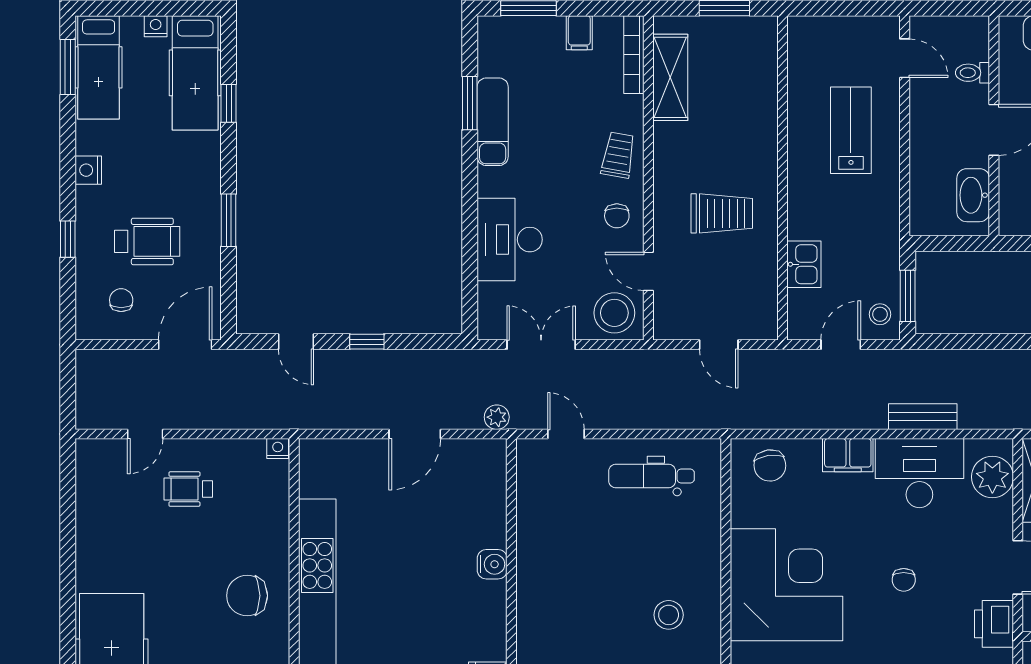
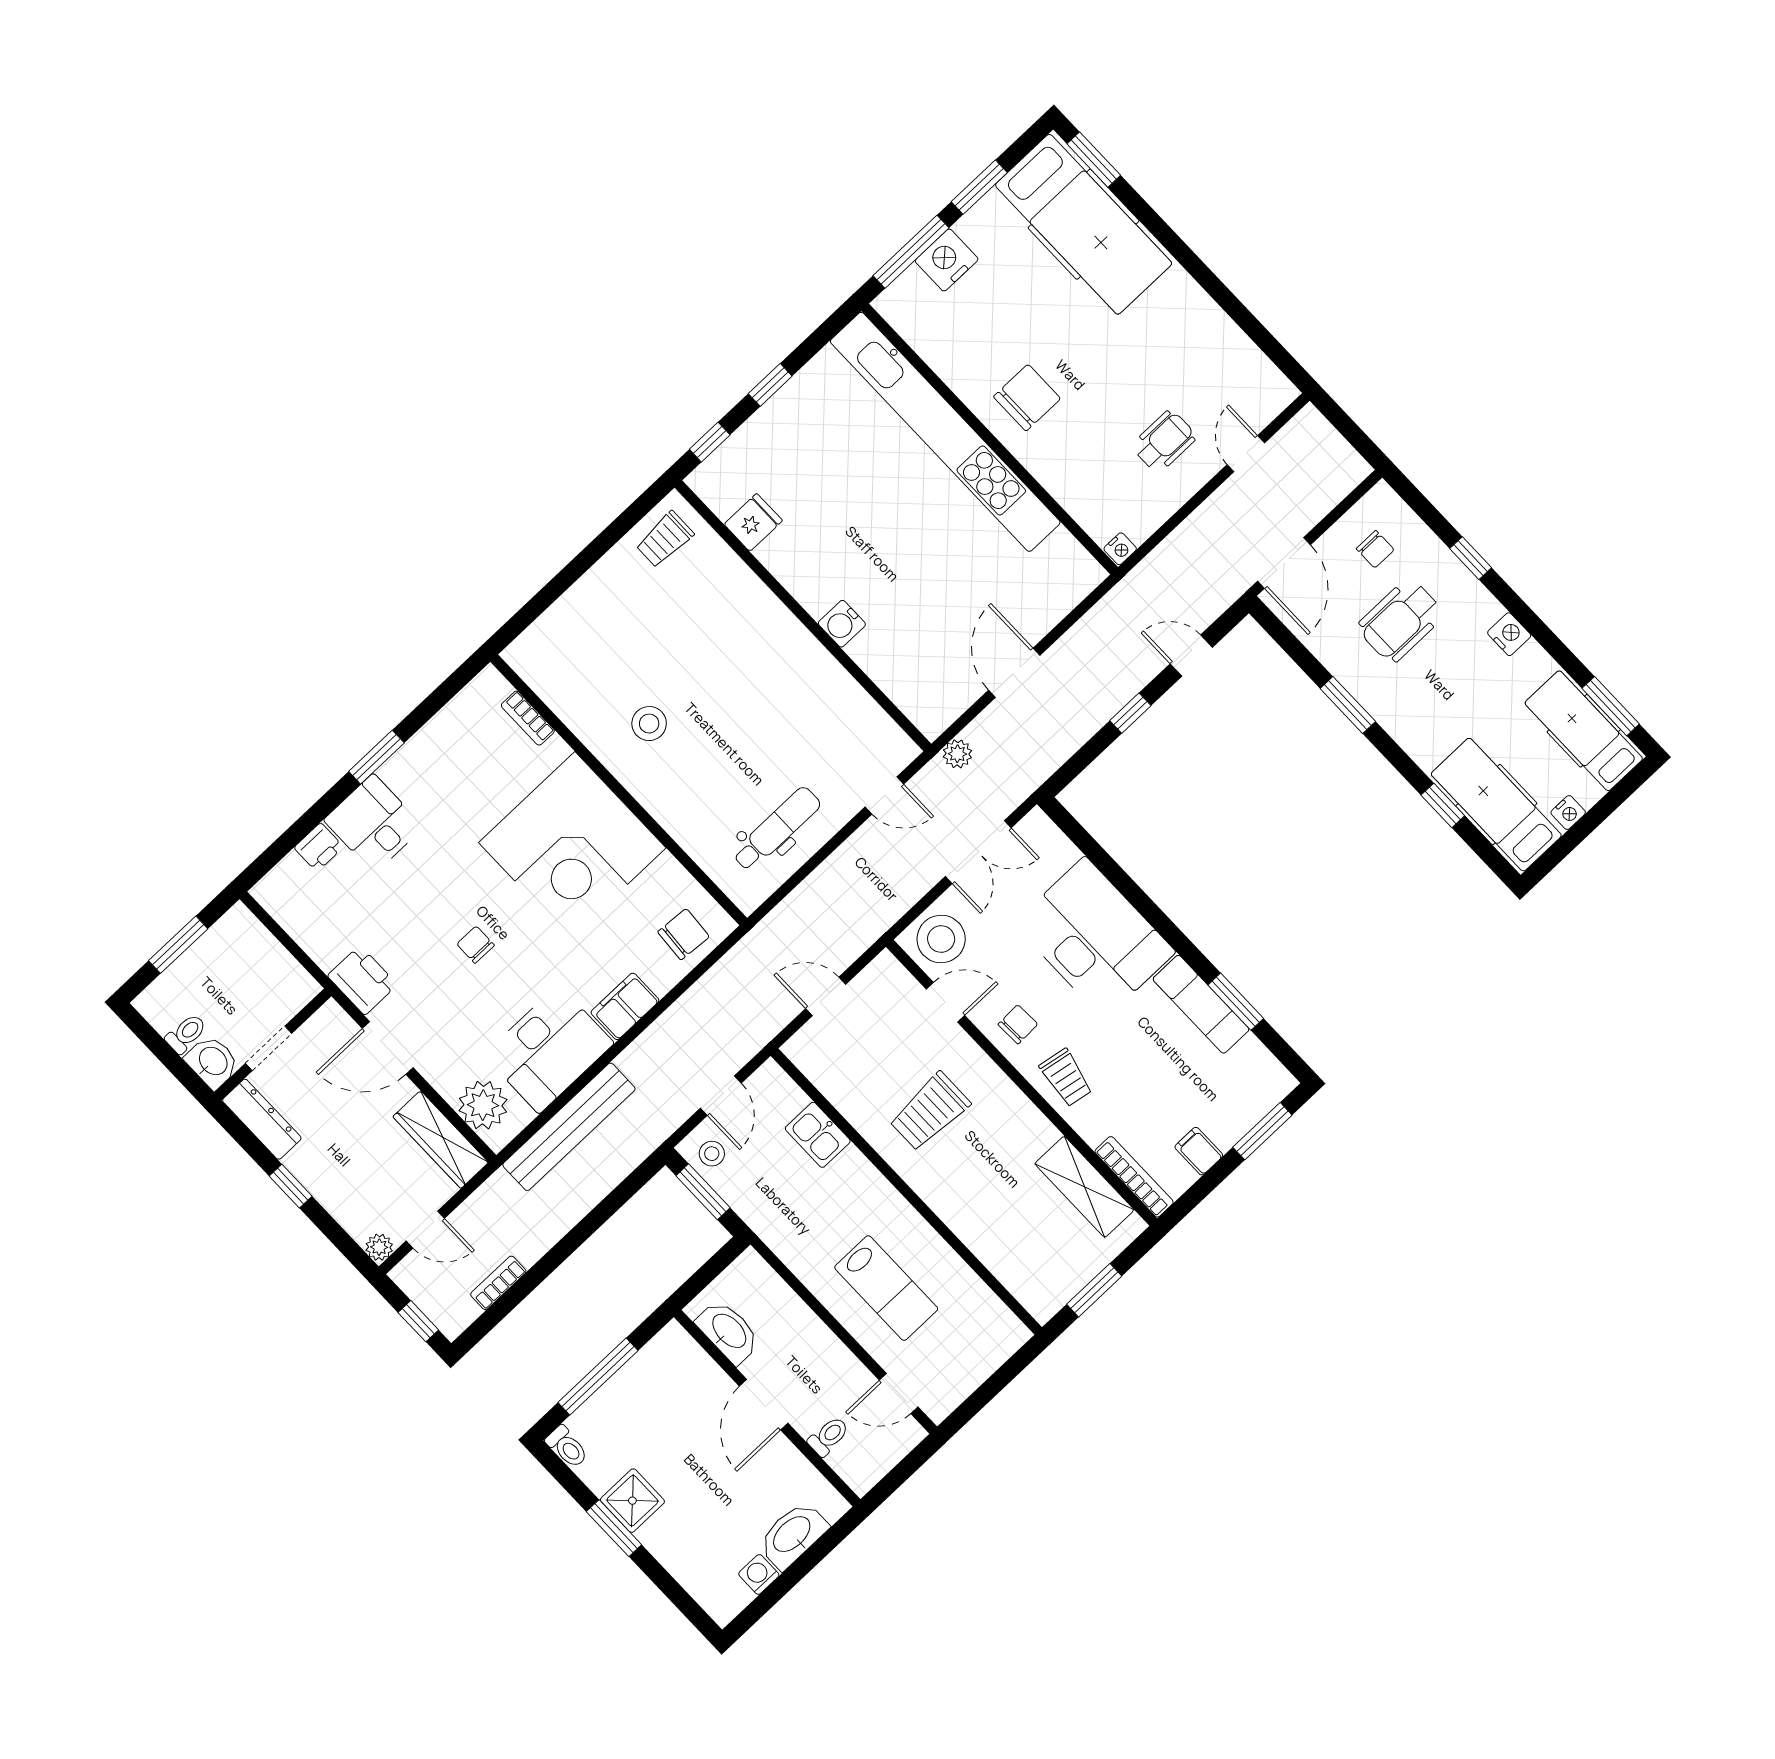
chair: (617, 216) -> (1018, 1024), turned 88
desk: (510, 240) -> (1095, 938), width x1.36, depth x1.30
bench: (923, 417) -> (569, 1127), width x1.86, depth x1.21
chair: (770, 465) -> (684, 934), turned 102

